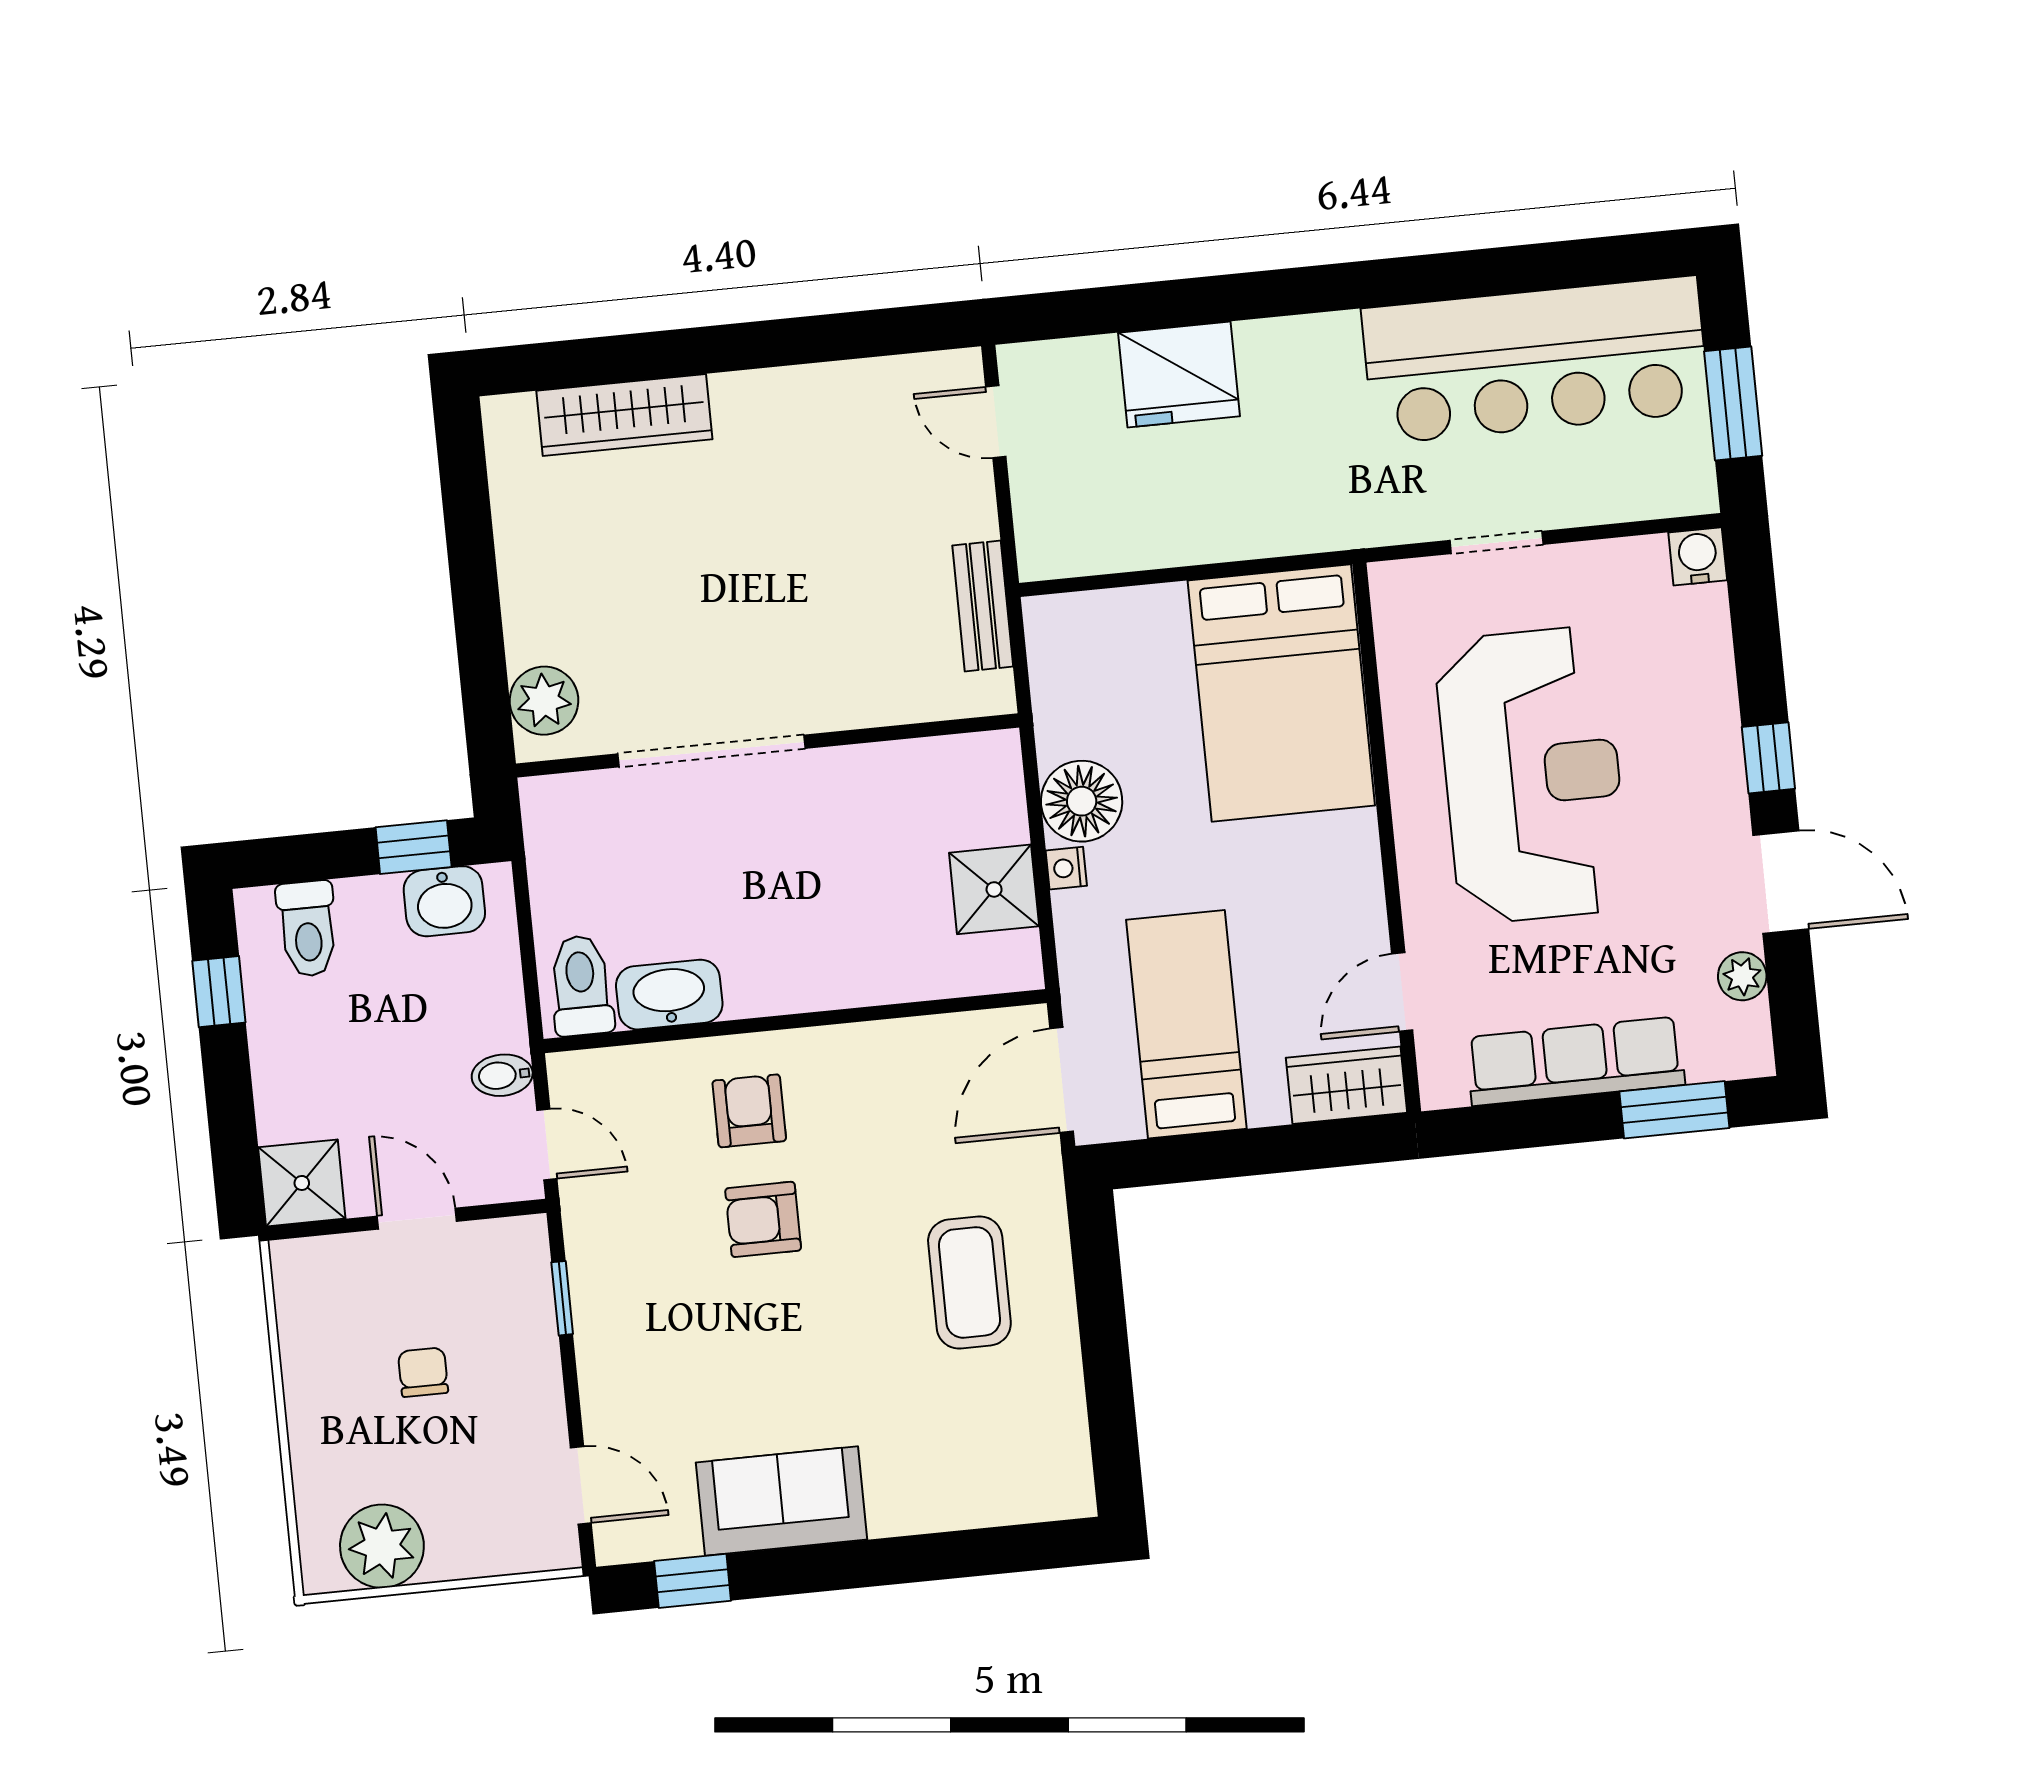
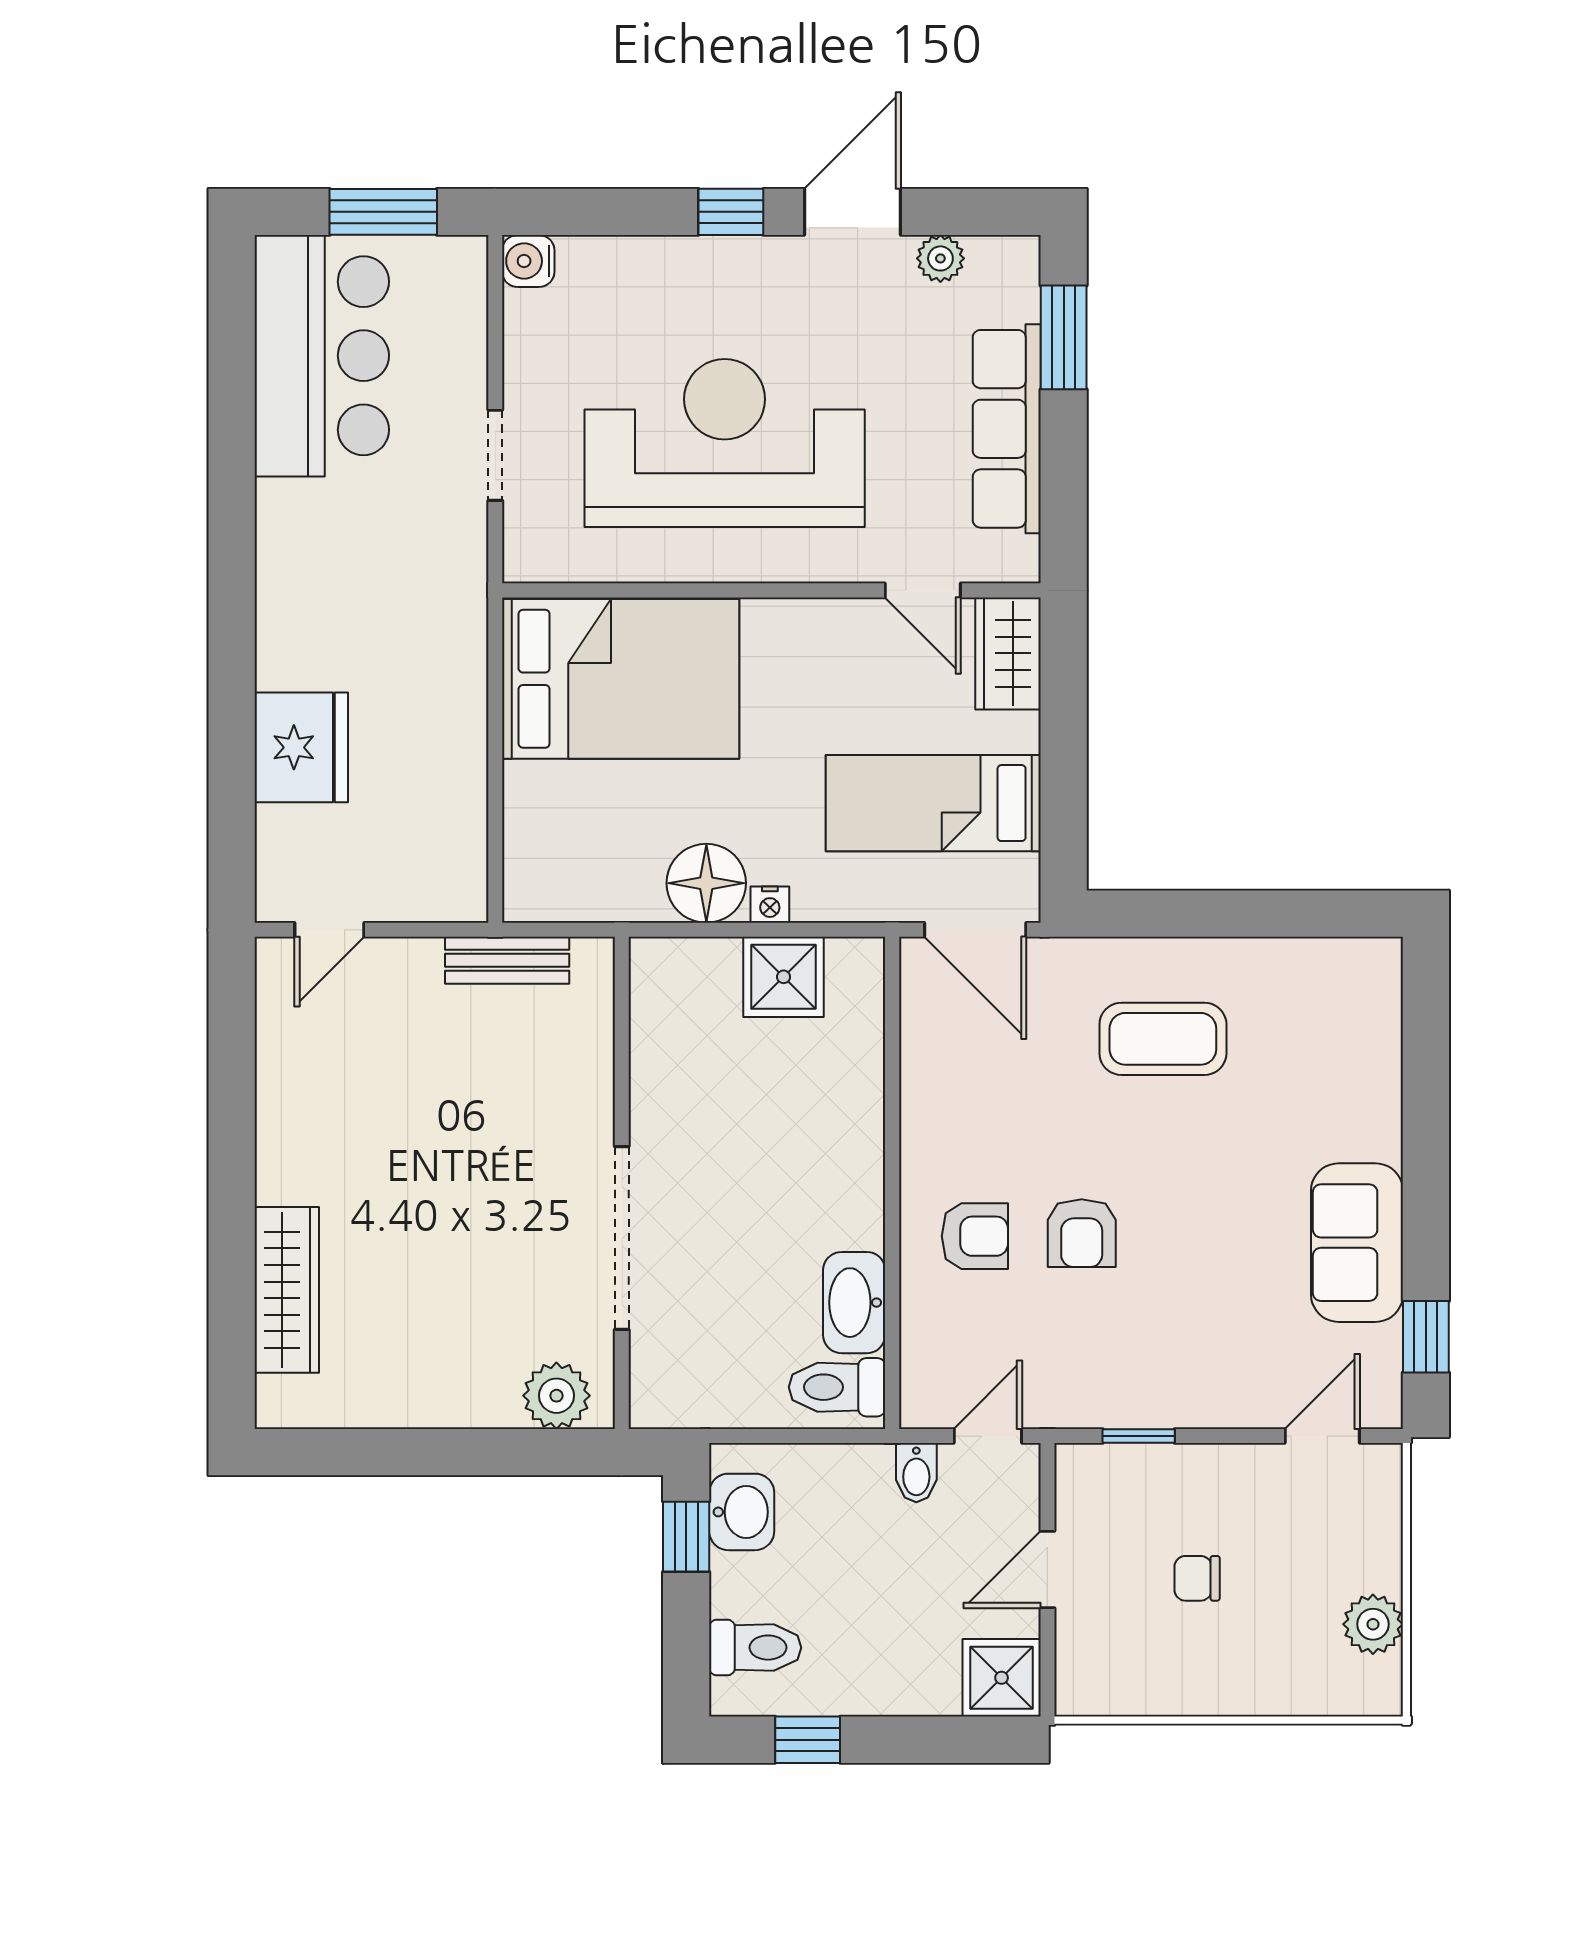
bar counter: (1535, 360) -> (322, 356), width x0.73
armchair: (749, 1111) -> (975, 1236), turned 180
plant: (382, 1546) -> (1373, 1624), width x0.73, depth x0.73

